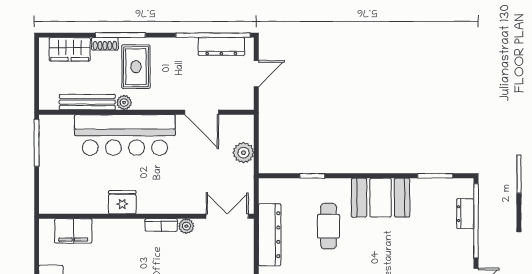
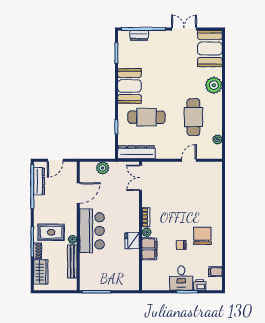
door: (256, 74) -> (55, 160), swing flipped
bar counter: (125, 135) -> (92, 231), width x0.73
plant: (186, 226) -> (147, 232), moved
cafe table: (328, 226) -> (147, 117), width x1.37, depth x1.35
filing cabinet: (73, 231) -> (149, 249), moved
dresser: (270, 235) -> (136, 152), moved

